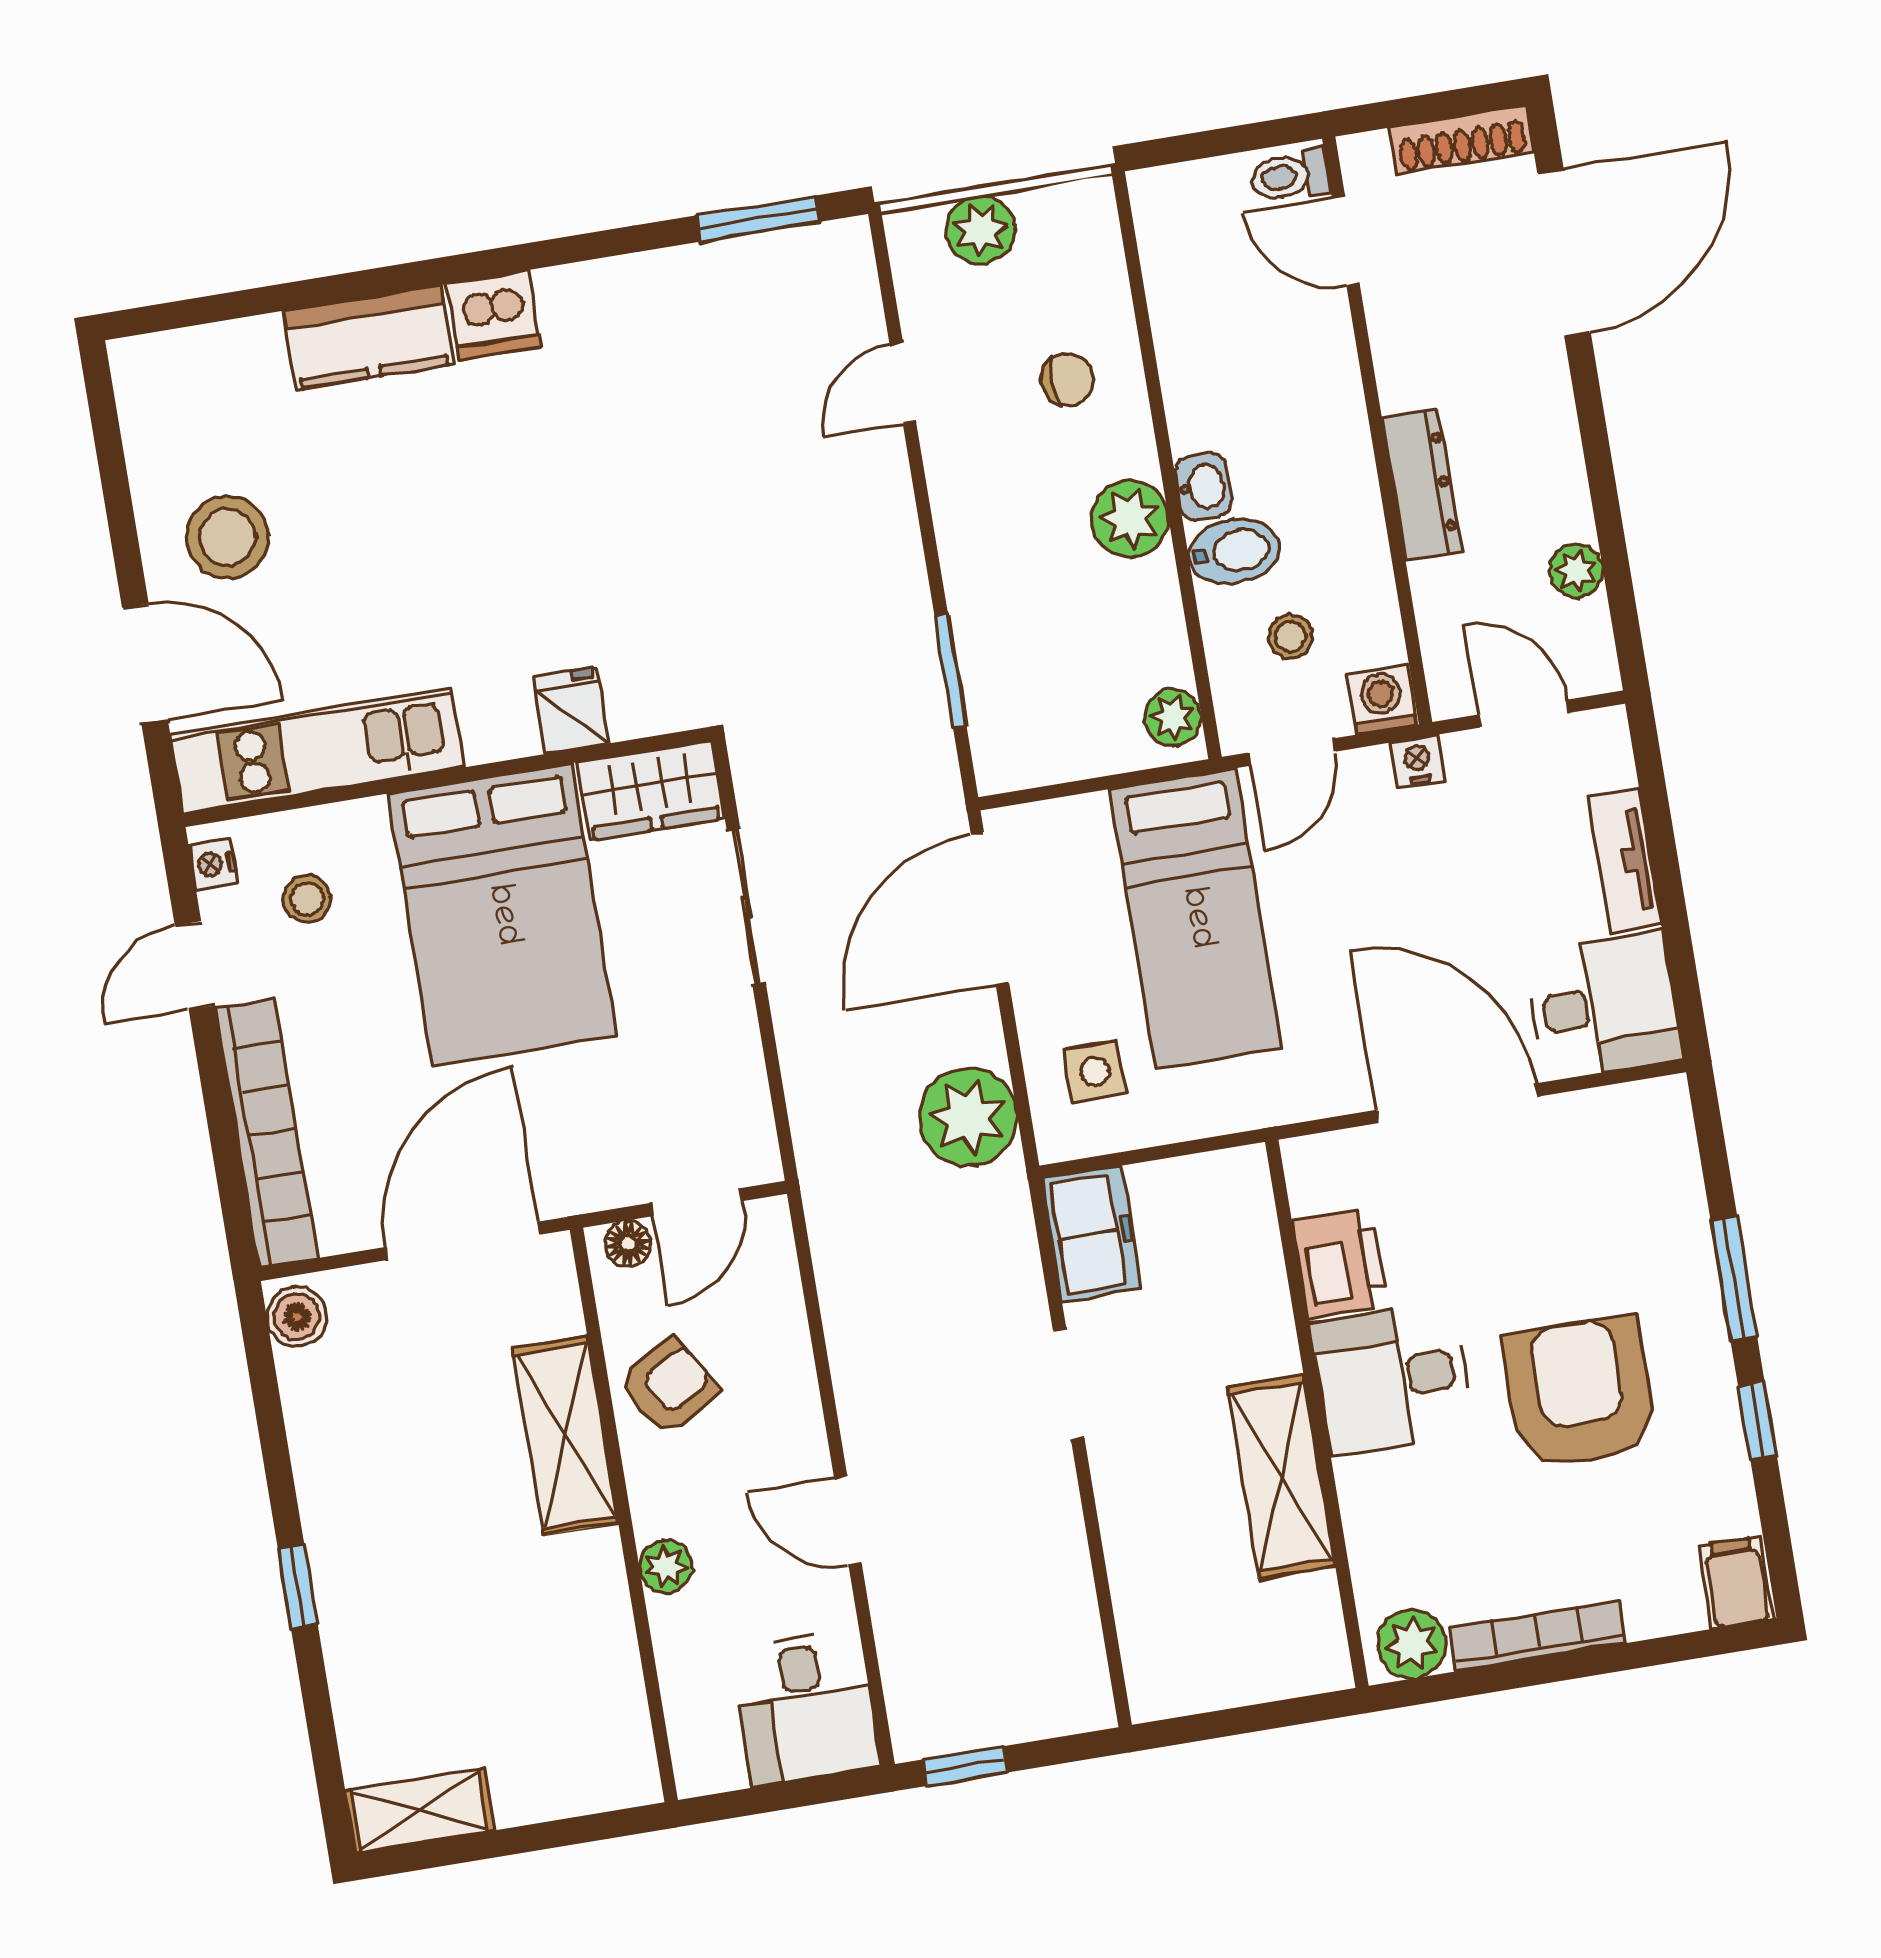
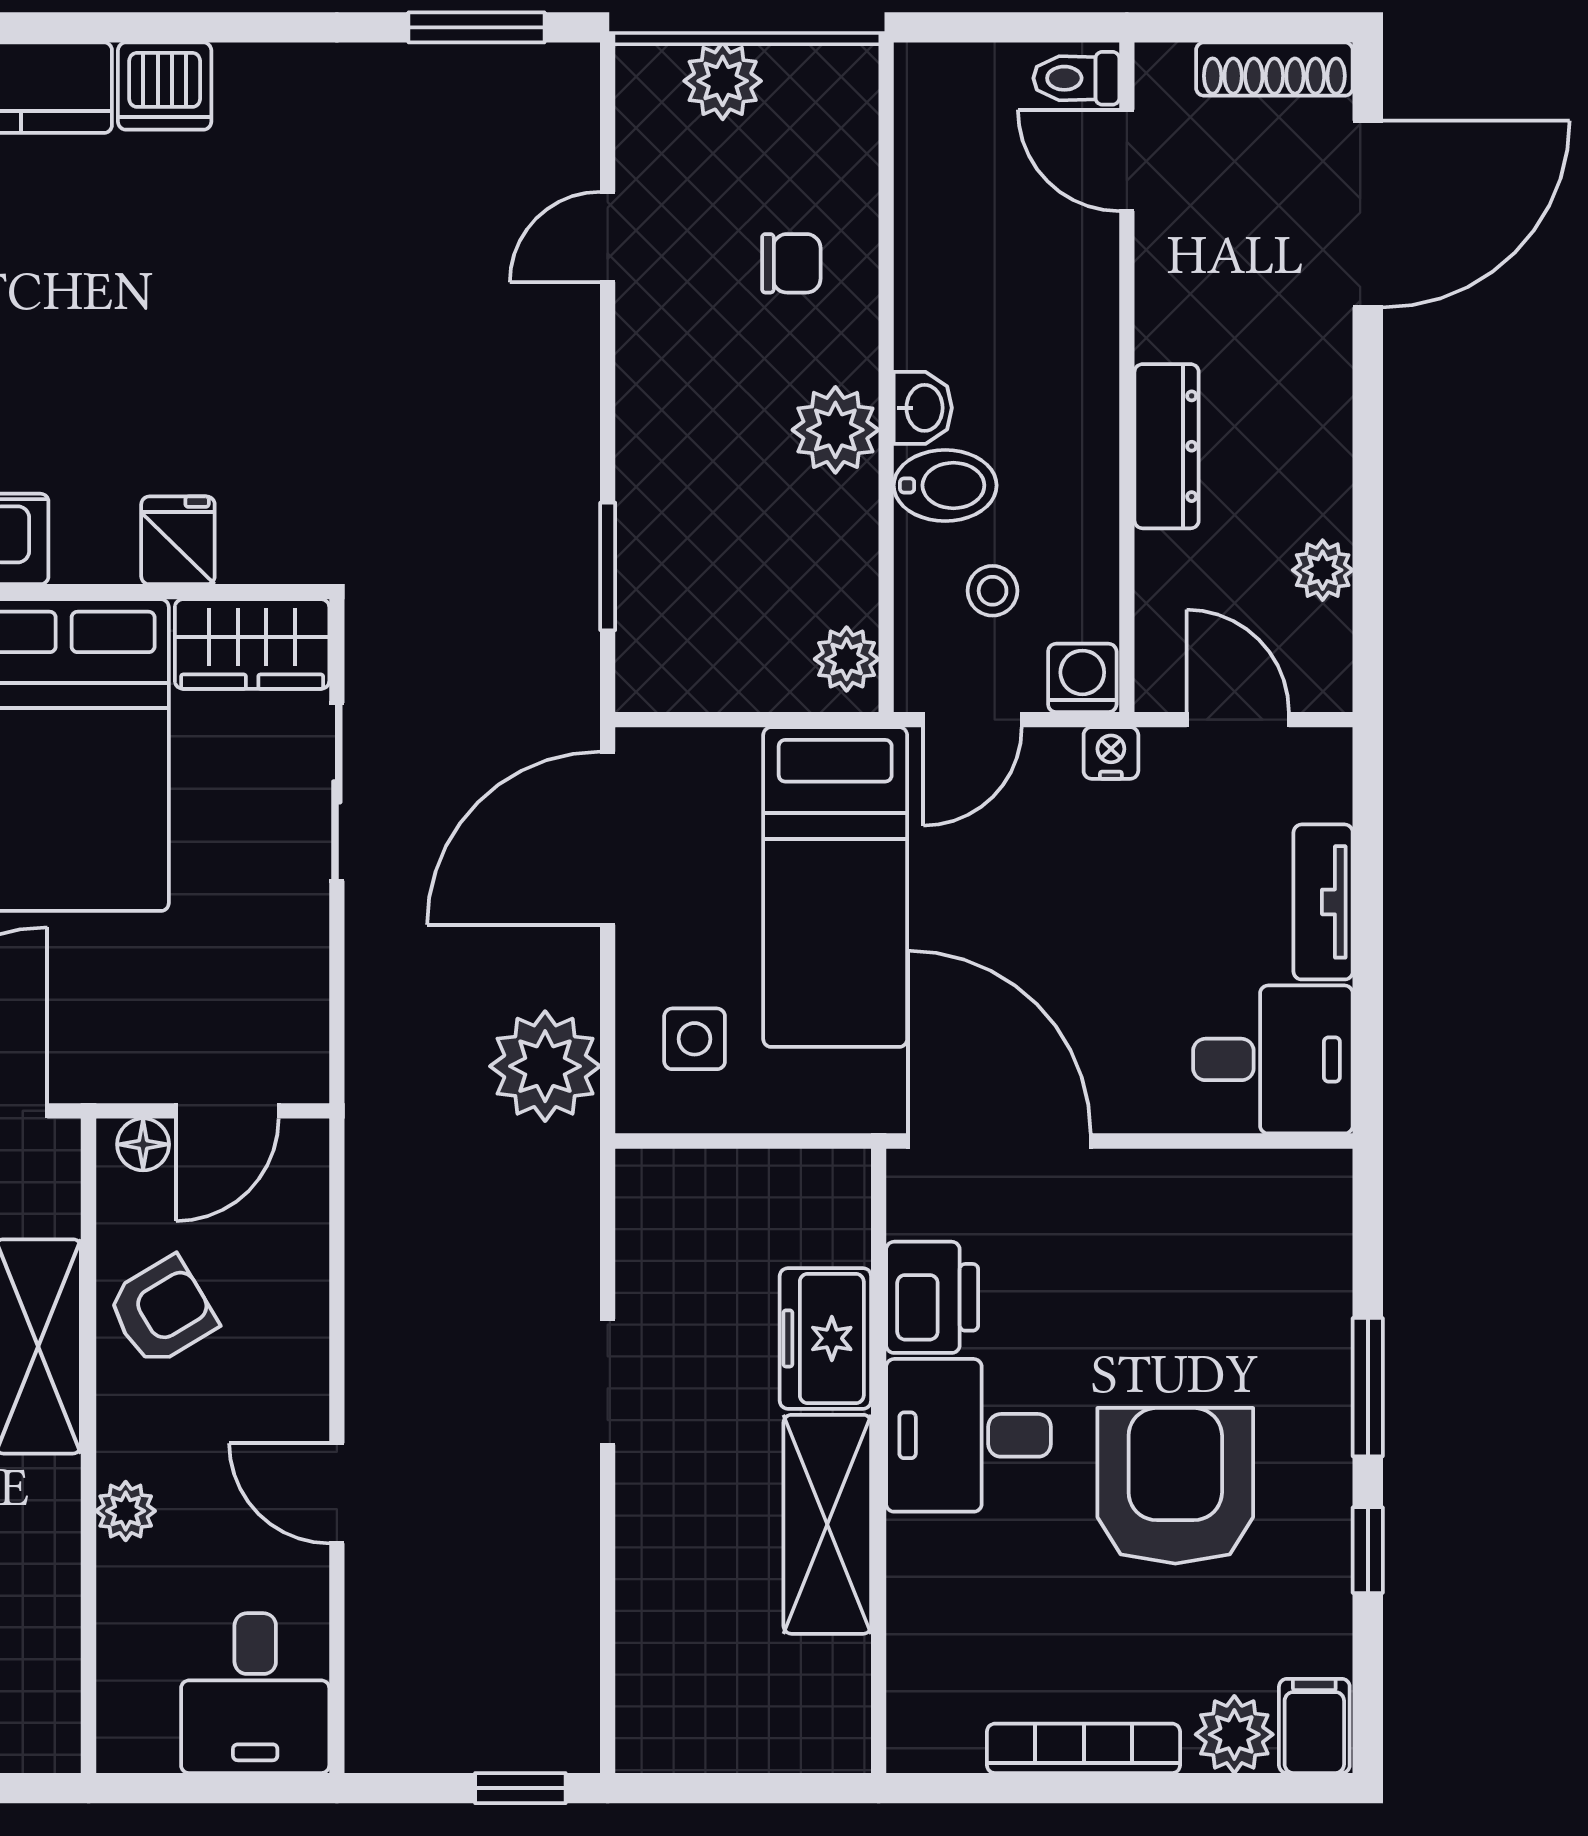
door: (1457, 1103) -> (999, 1141), moved
freezer: (1092, 1234) -> (825, 1338), moved, turned 180
plant: (1412, 1644) -> (1234, 1734), moved
window: (965, 1766) -> (520, 1788), moved

